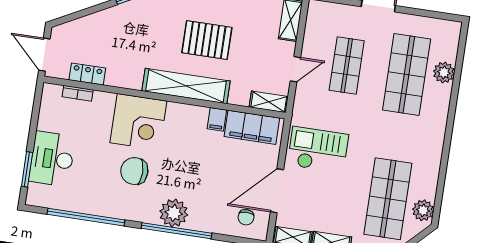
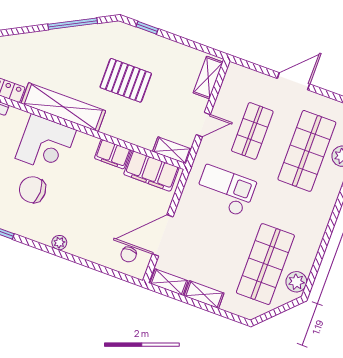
shelving: (186, 86) -> (63, 107), moved
filing cabinet: (217, 119) -> (113, 154), width x2.00
checkout: (318, 150) -> (225, 191), moved
plant: (174, 213) -> (59, 243), width x0.53, depth x0.53
window: (177, 231) -> (61, 254), removed

